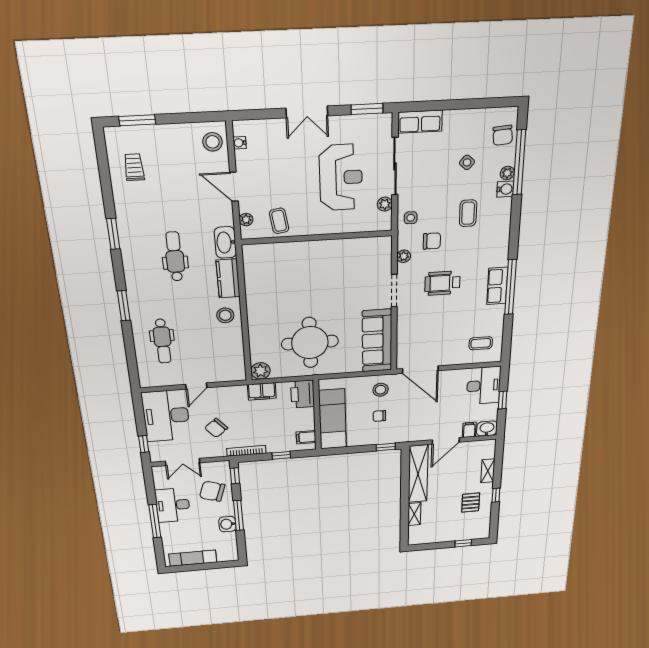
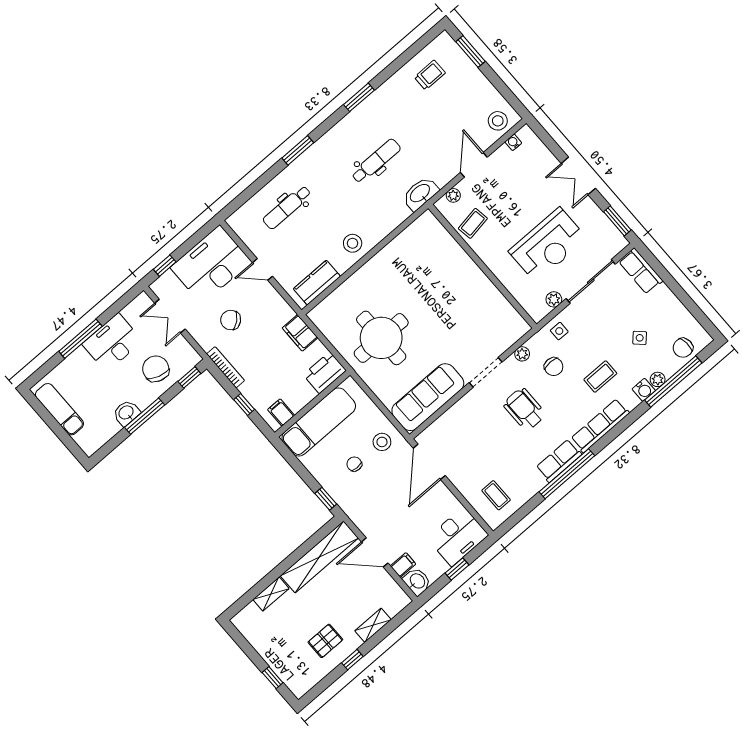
row of seats: (501, 240) -> (600, 426), added
kitchen counter: (228, 278) -> (317, 283), moved
plant: (260, 371) -> (320, 316), removed

